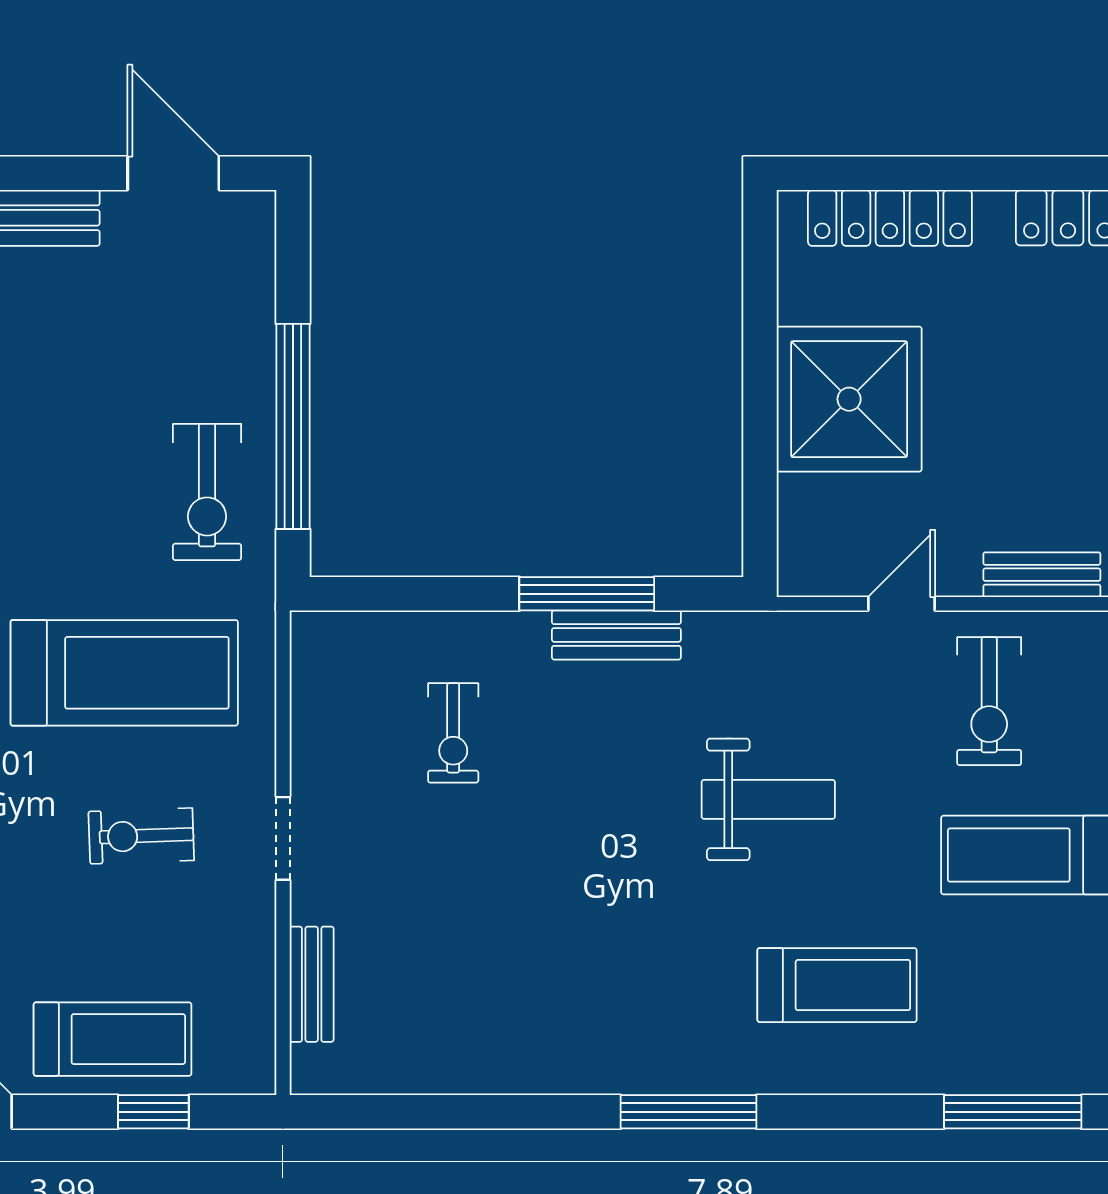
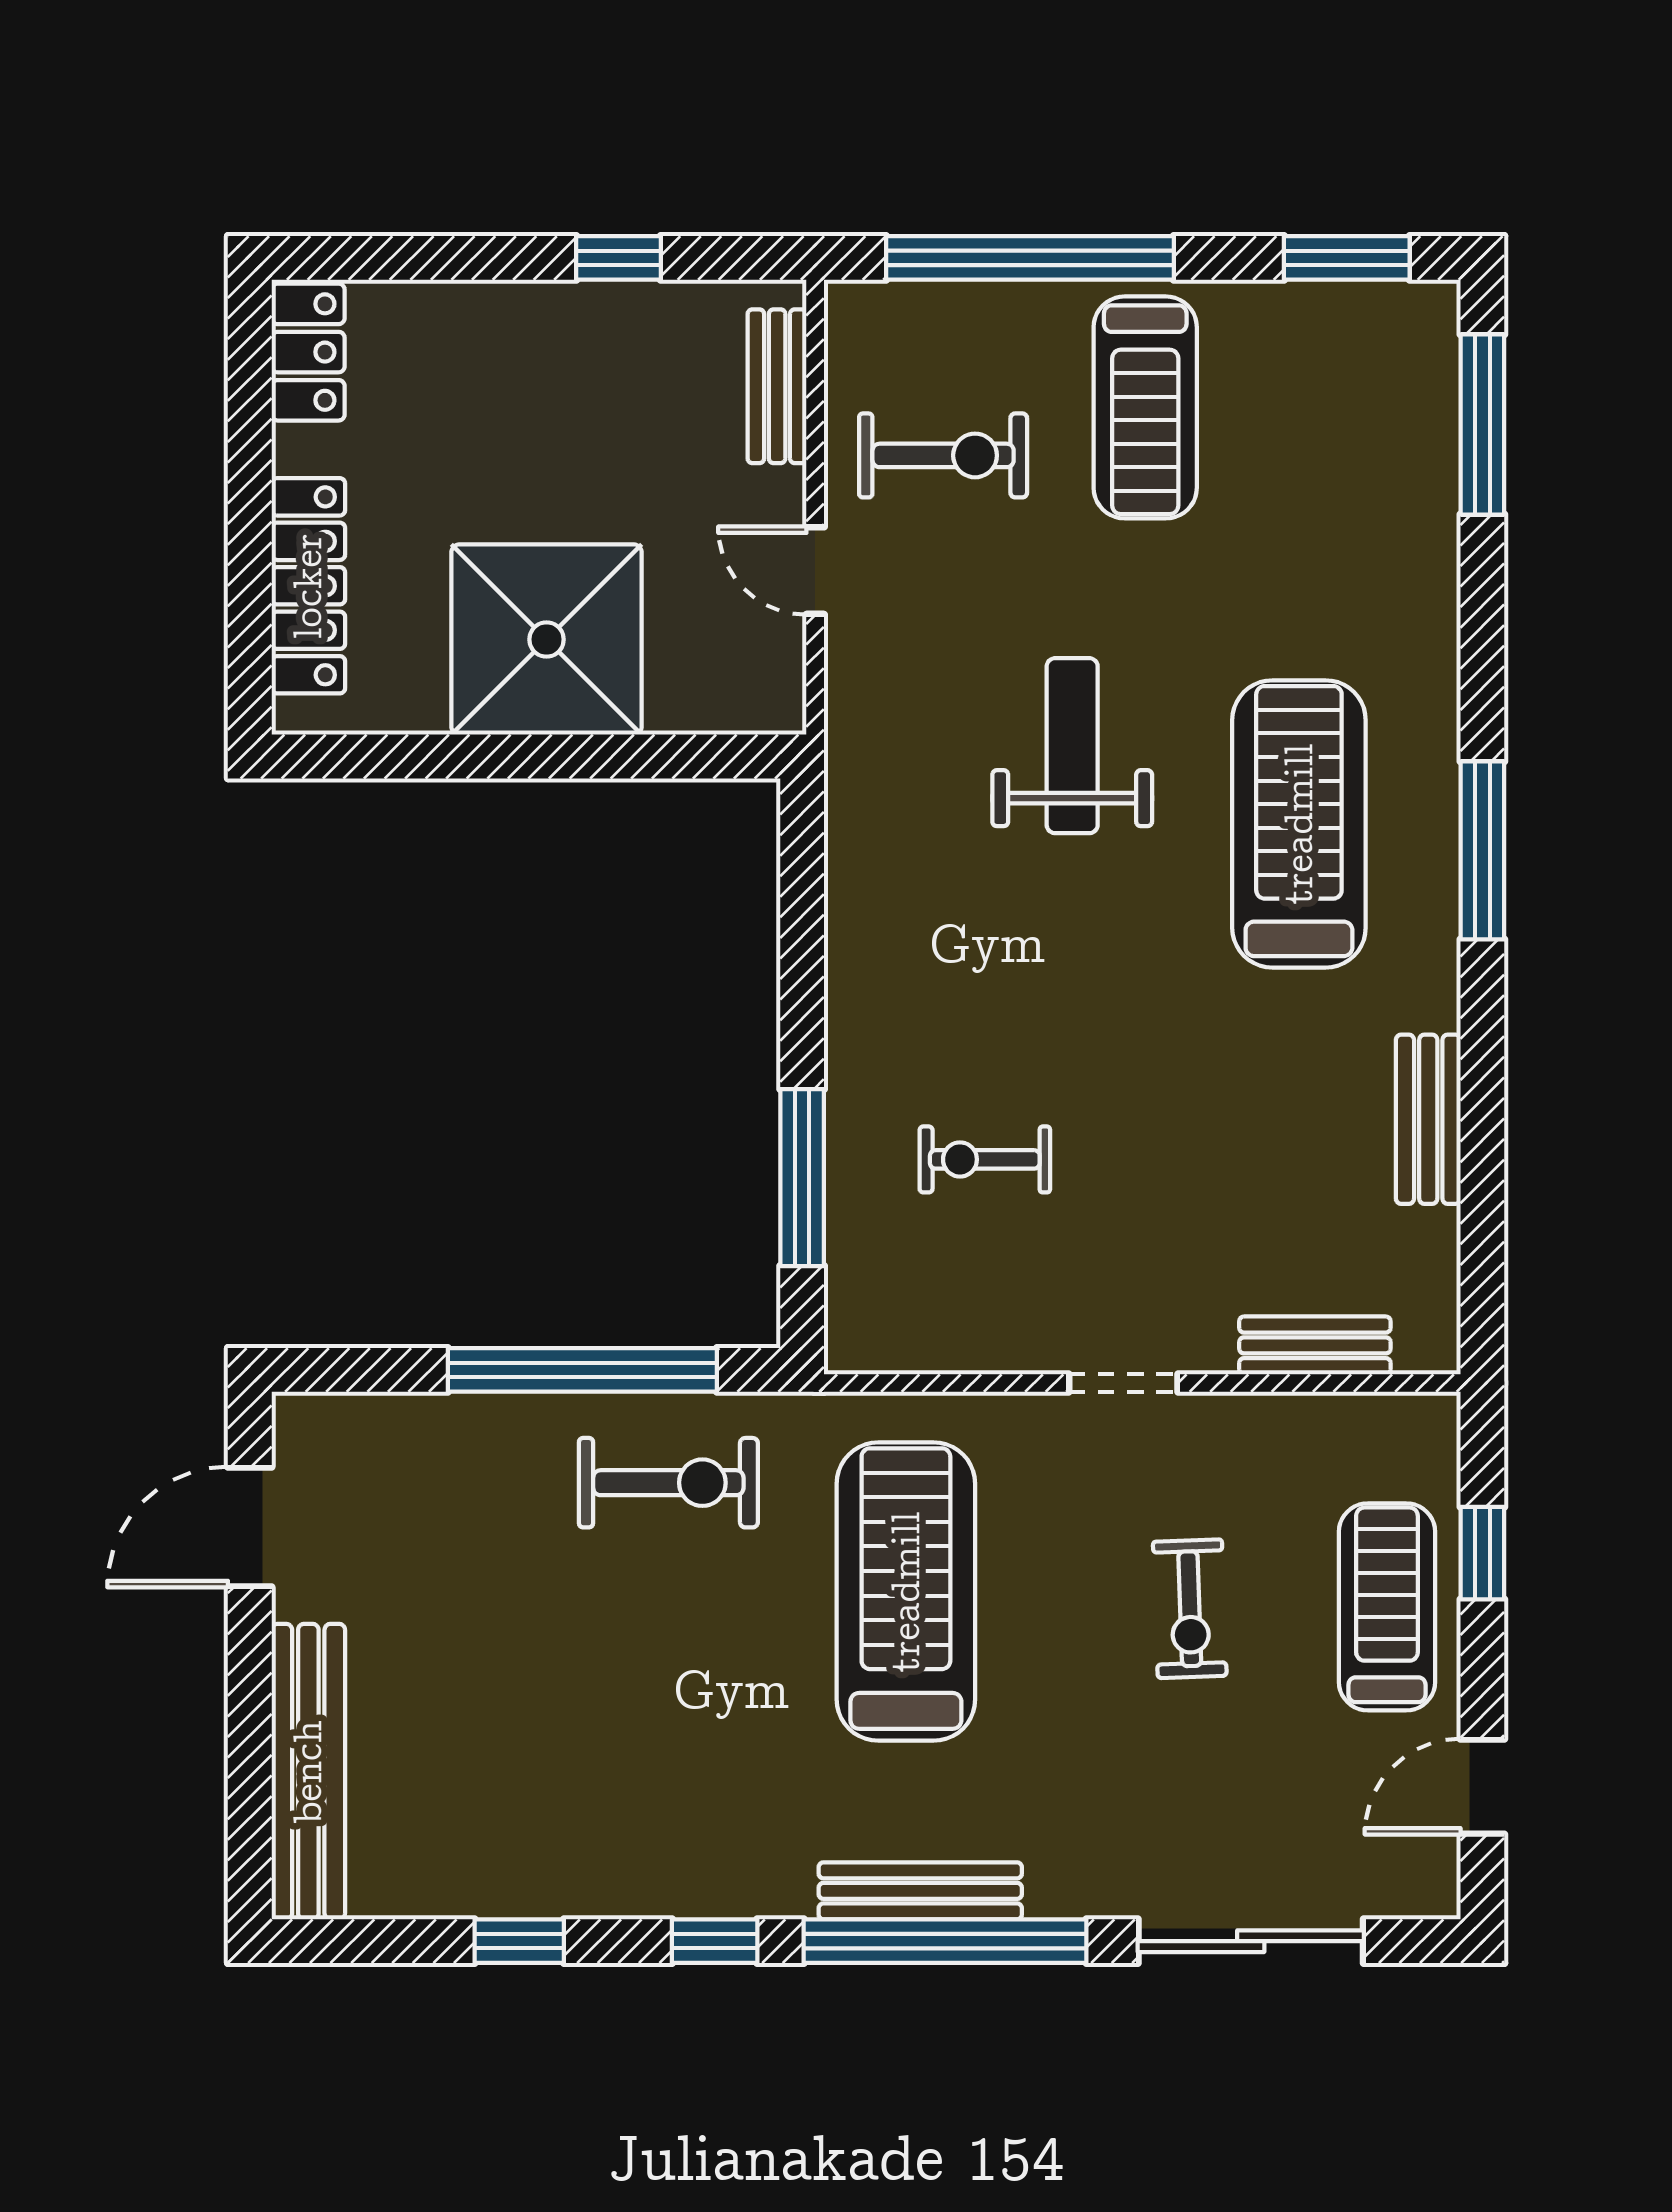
window: (587, 594) -> (802, 1178), moved
bench: (616, 635) -> (1428, 1119), moved
exercise bike: (453, 733) -> (985, 1159), turned 180
exercise bike: (141, 836) -> (1190, 1609), moved
treadmill: (837, 985) -> (1299, 824), moved, width x1.37, depth x1.38

